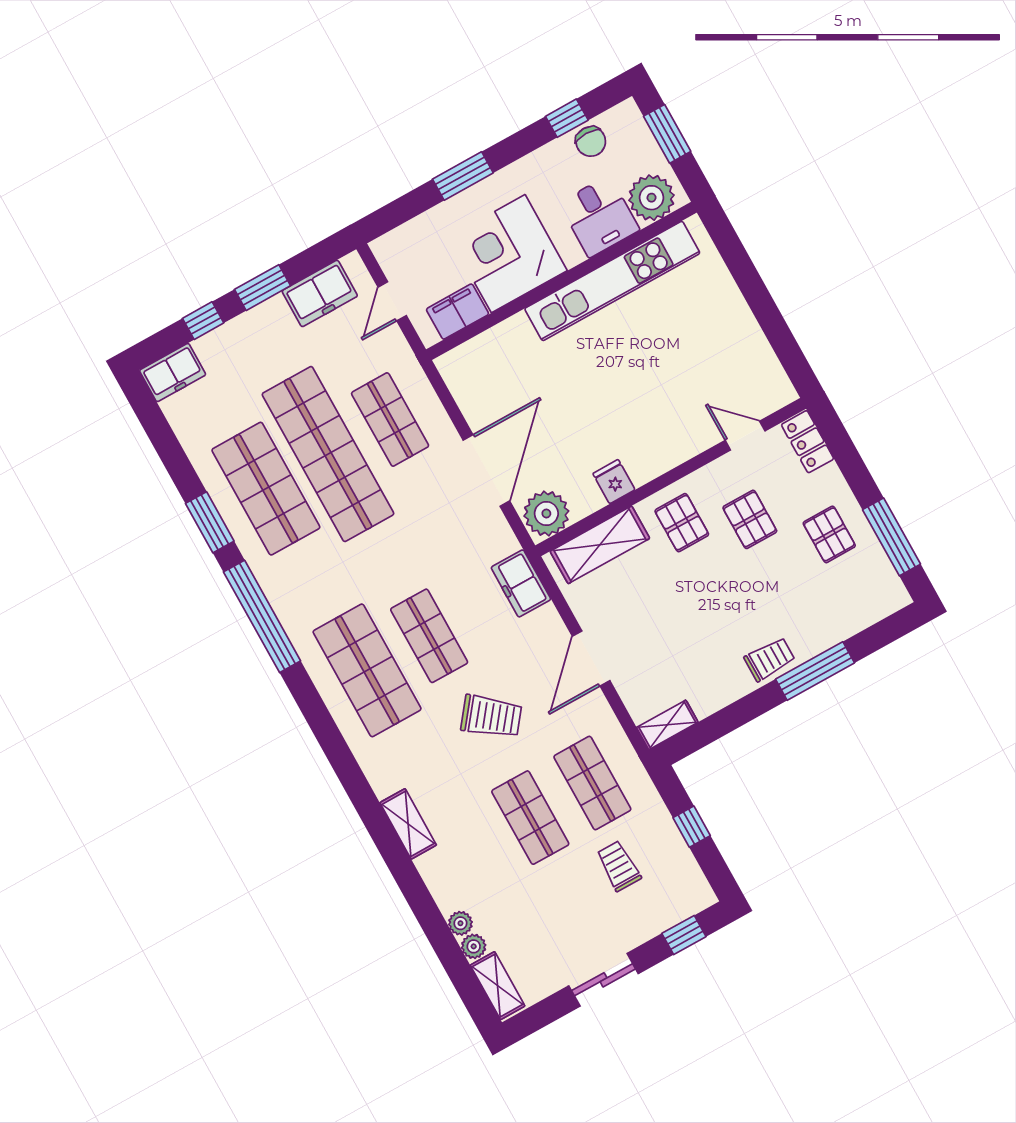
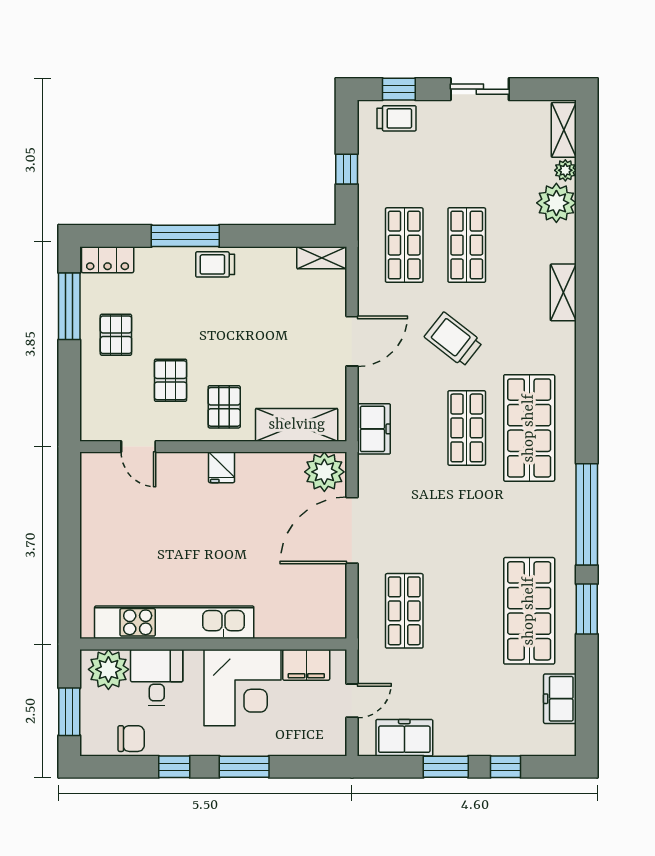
window: (567, 118) -> (174, 767), moved
chair: (591, 142) -> (131, 739), turned 90
freezer: (173, 373) -> (560, 699), moved, turned -90
locker: (808, 442) -> (108, 260), moved, turned 90
shop shelf: (328, 454) -> (467, 611), removed
fridge: (614, 482) -> (222, 467), moved
trolley: (619, 866) -> (397, 118), moved, turned -90
plant: (460, 923) -> (556, 203), width x1.88, depth x1.88

